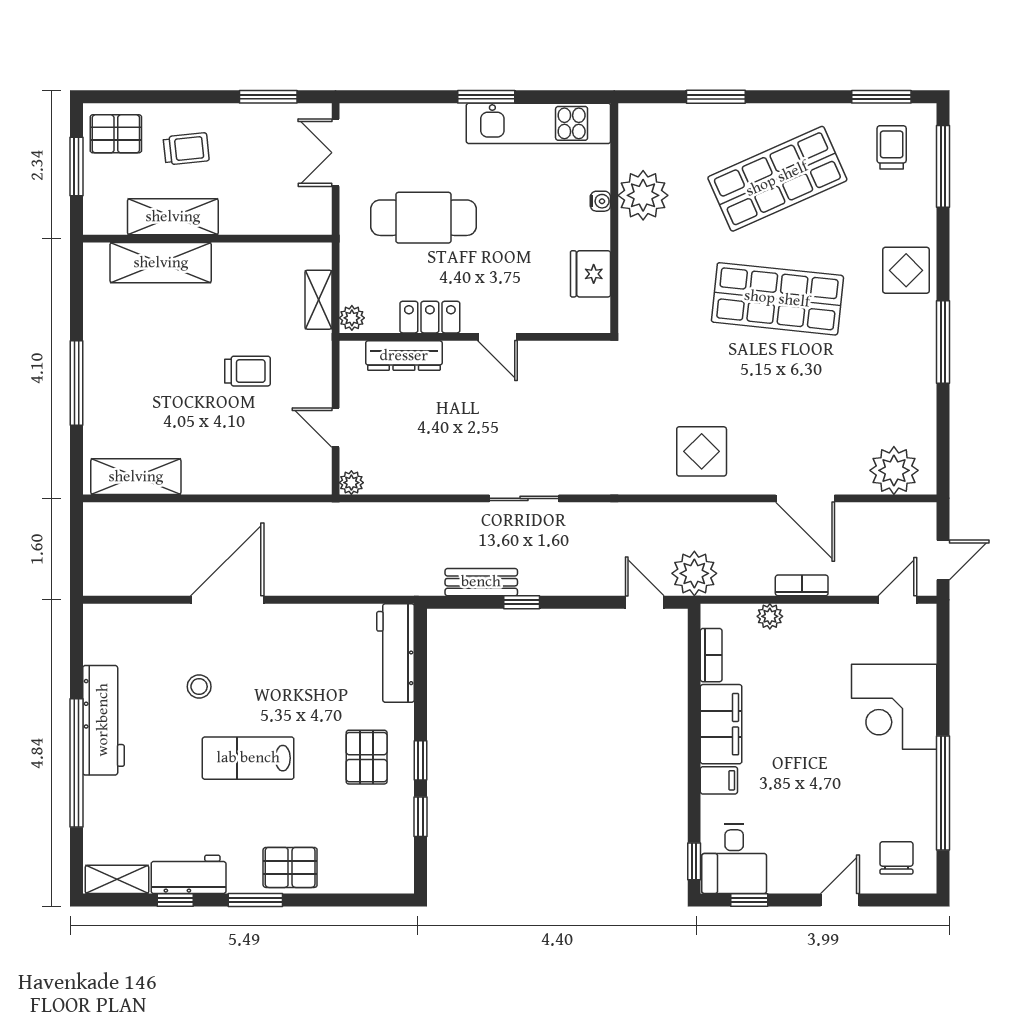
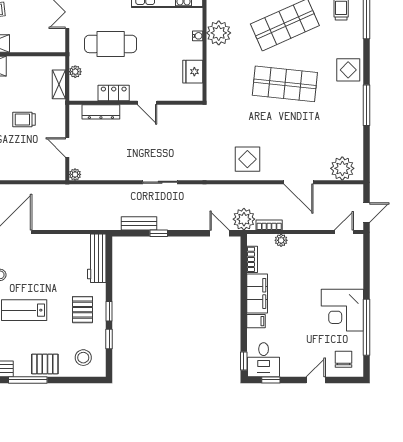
plant: (352, 318) -> (75, 72), moved
trolley: (248, 371) -> (24, 120), turned 180
bookcase: (802, 585) -> (269, 225), moved
corner desk: (894, 707) -> (342, 310), moved
stool: (368, 855) -> (83, 358), added
window: (255, 900) -> (28, 380), width x1.44

